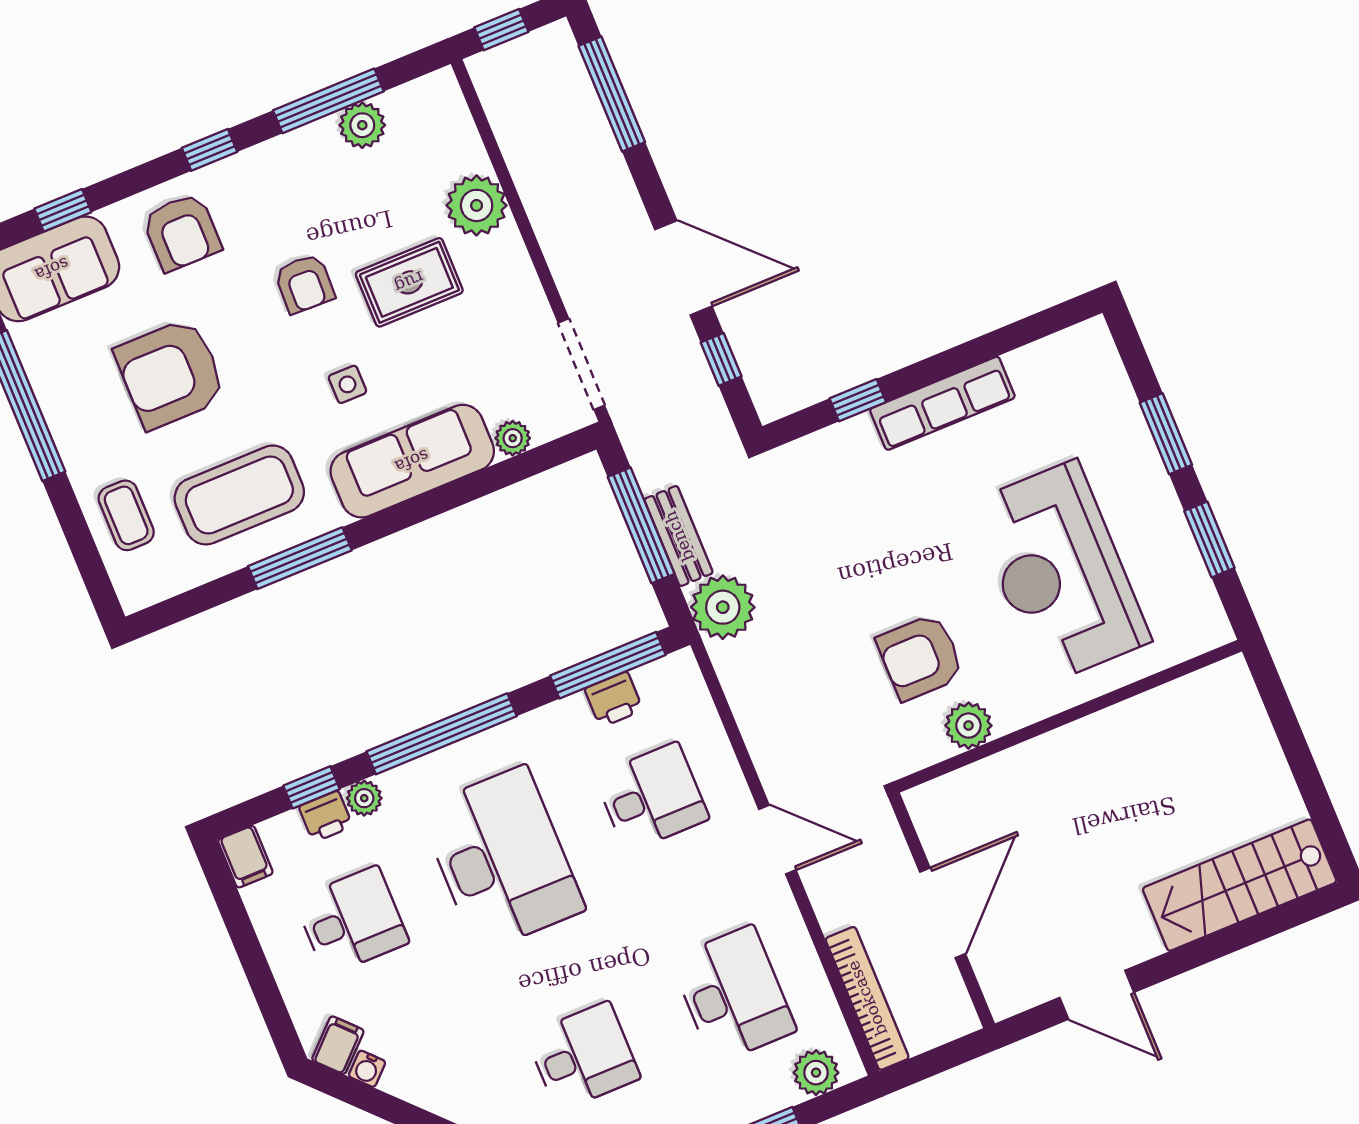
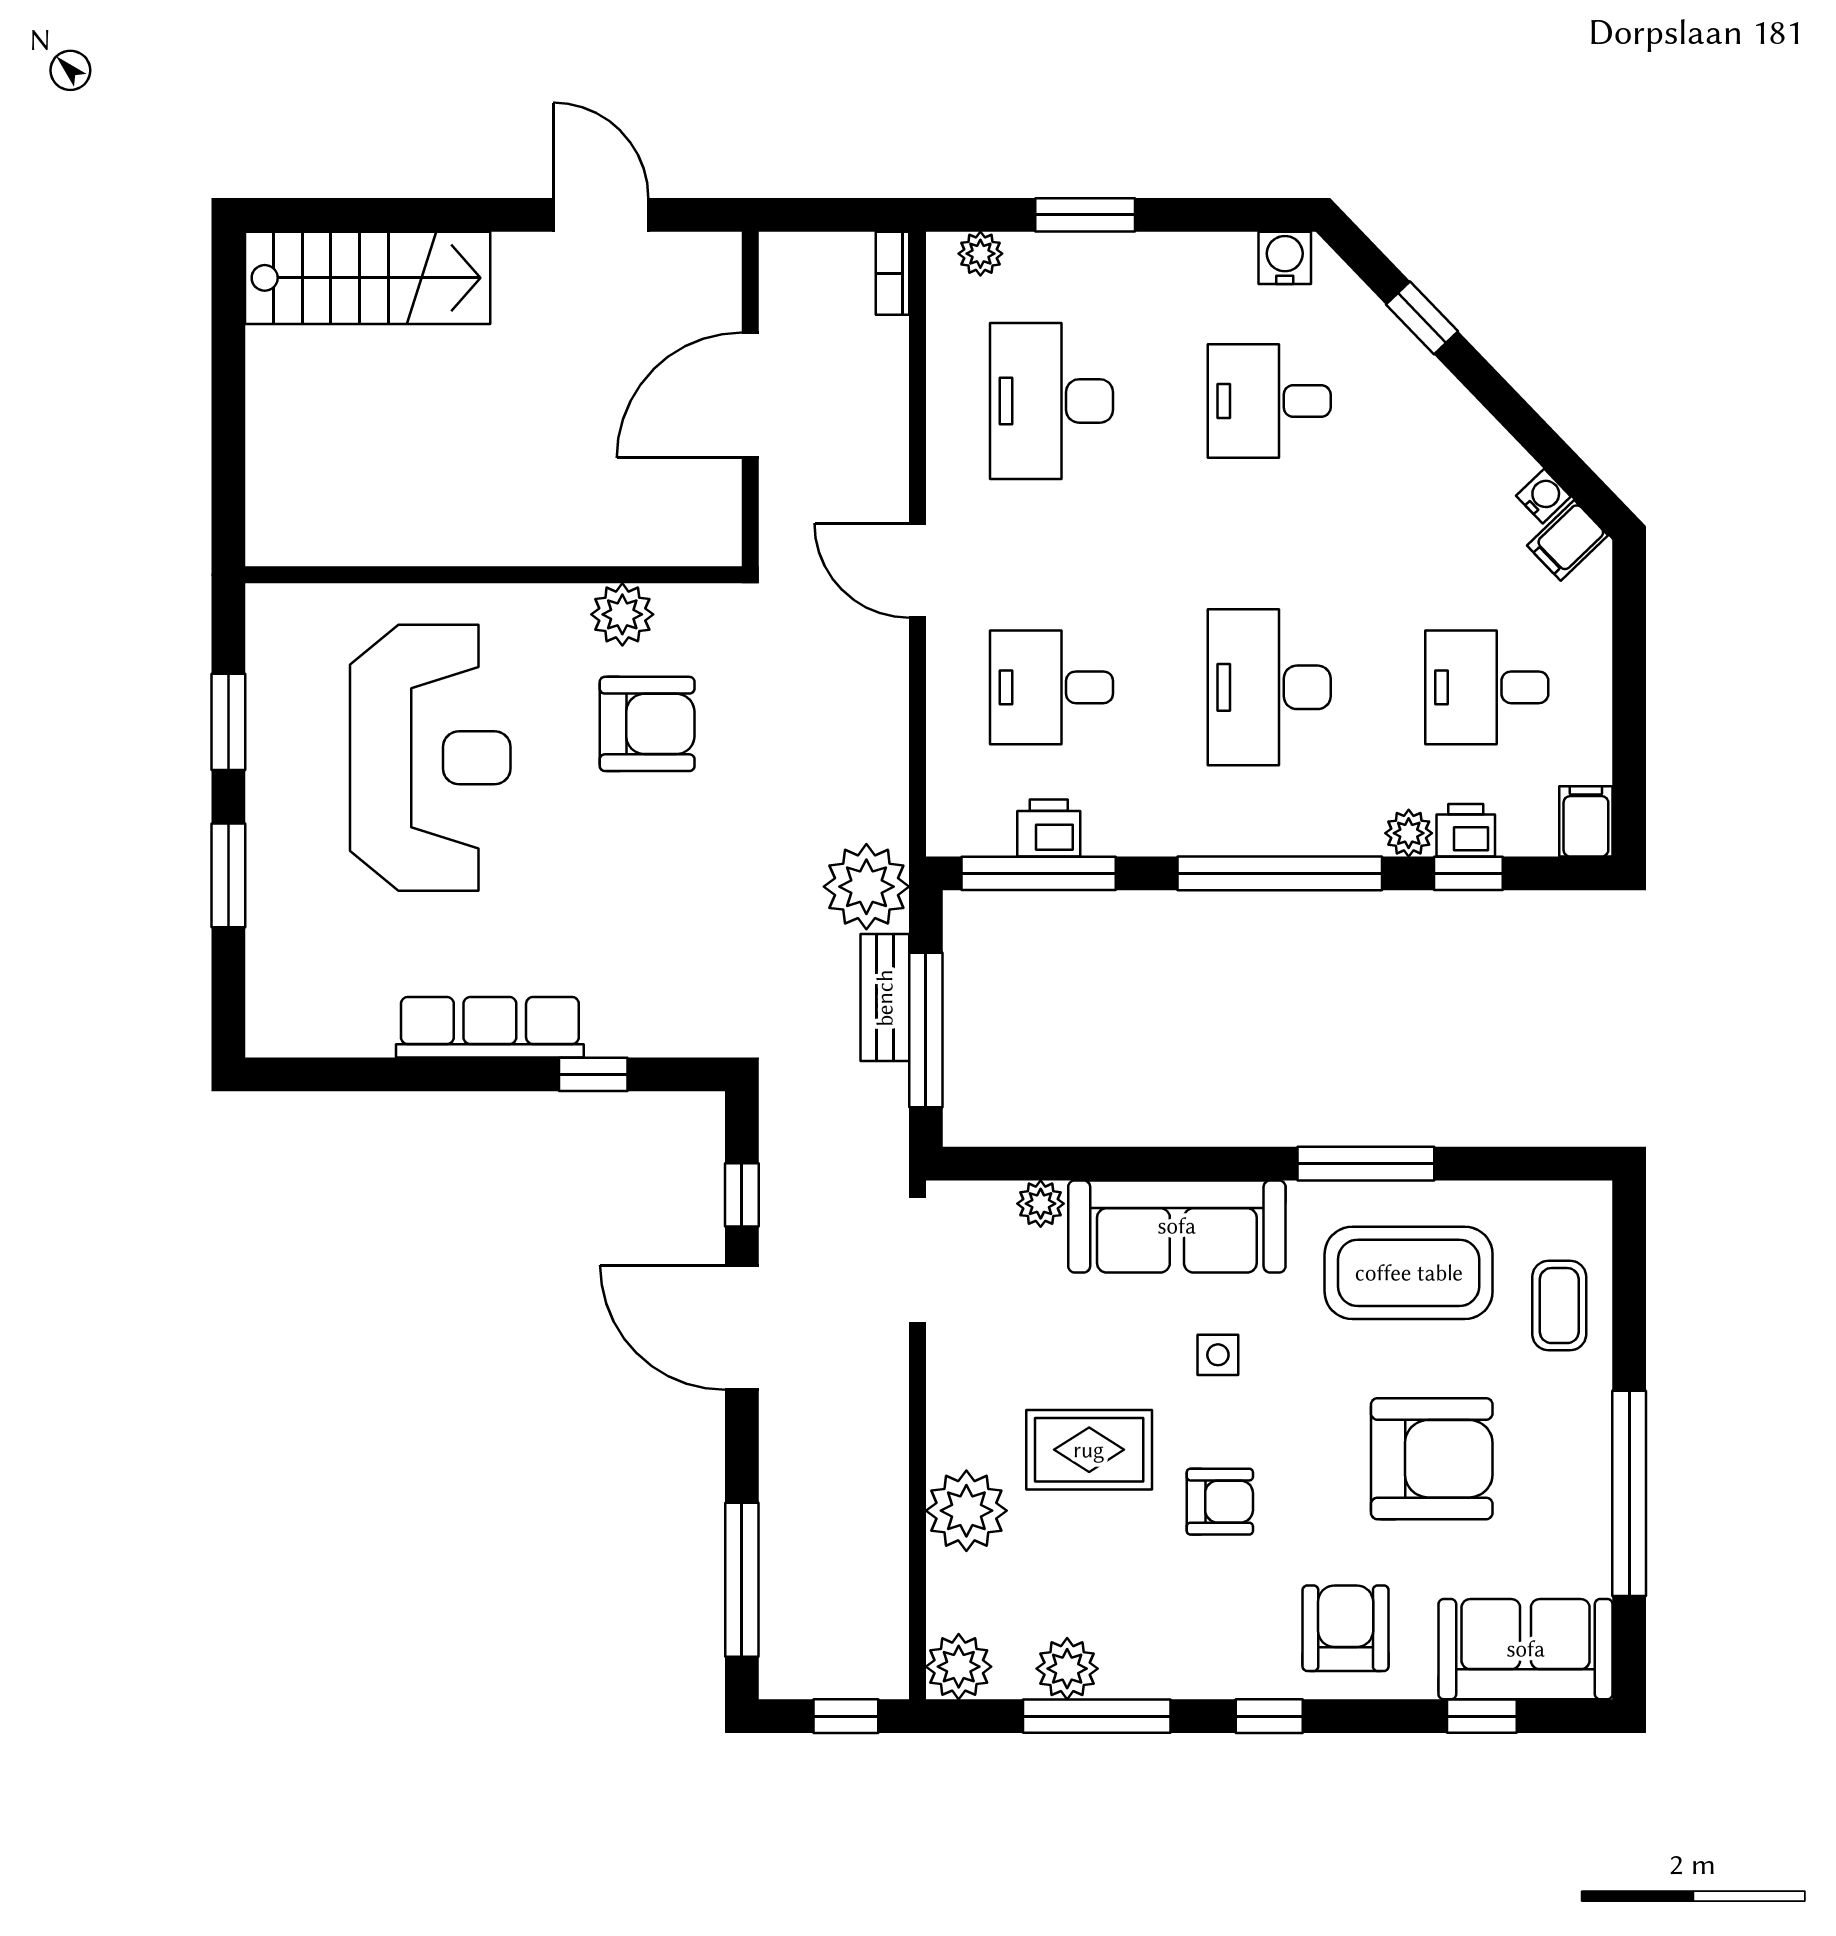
plant: (438, 96) -> (959, 1667), added
armchair: (304, 284) -> (1220, 1502), turned 88
desk: (502, 859) -> (1269, 687), width x0.73, depth x0.77
bookcase: (867, 998) -> (893, 273), width x0.43, depth x0.76
plant: (816, 1073) -> (980, 254), width x0.73, depth x0.73

